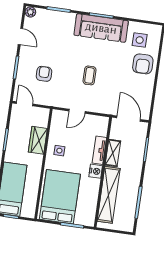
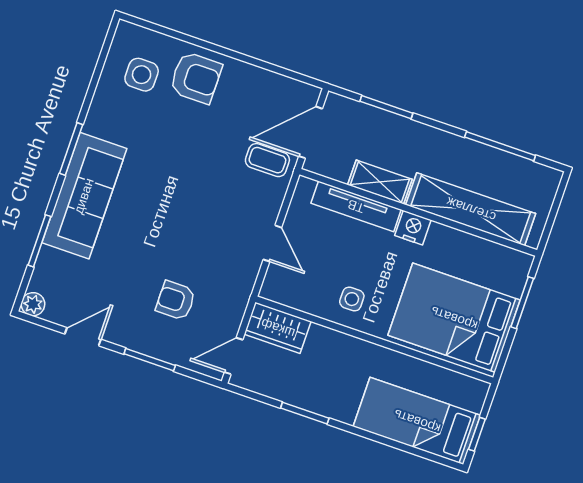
sofa: (101, 28) -> (84, 196), moved
coffee table: (90, 75) -> (267, 160), moved
wardrobe: (38, 140) -> (278, 328), moved
tv unit: (99, 150) -> (356, 206), width x1.41

